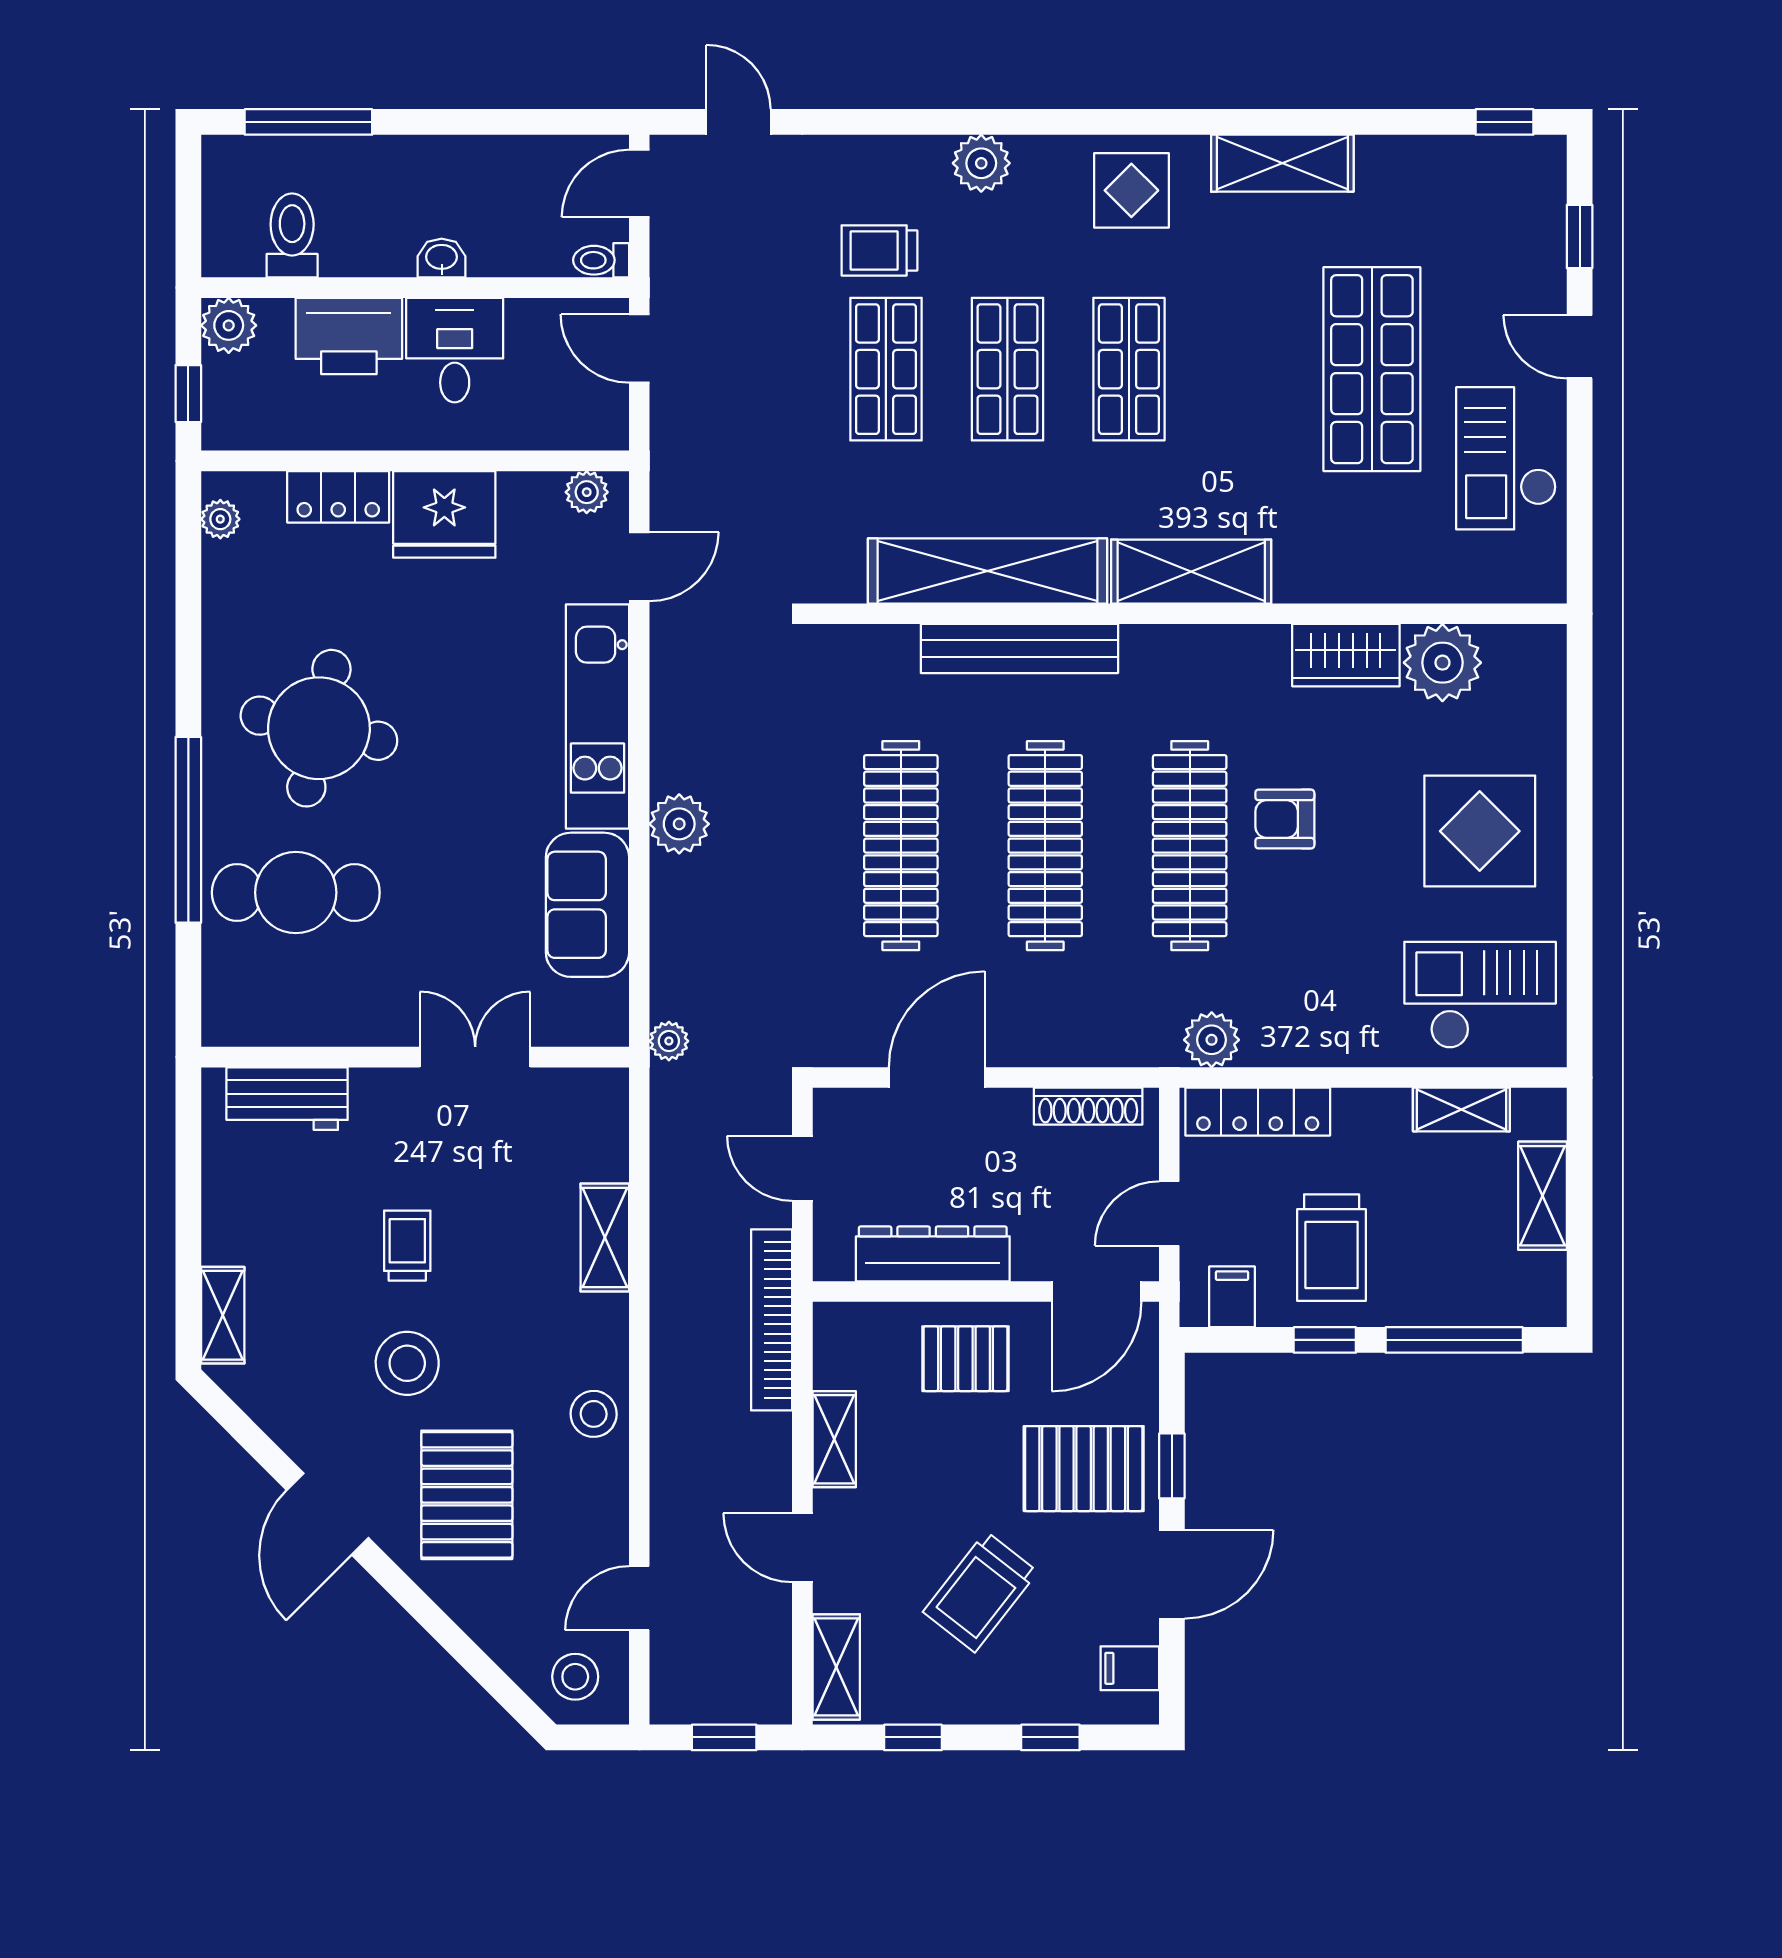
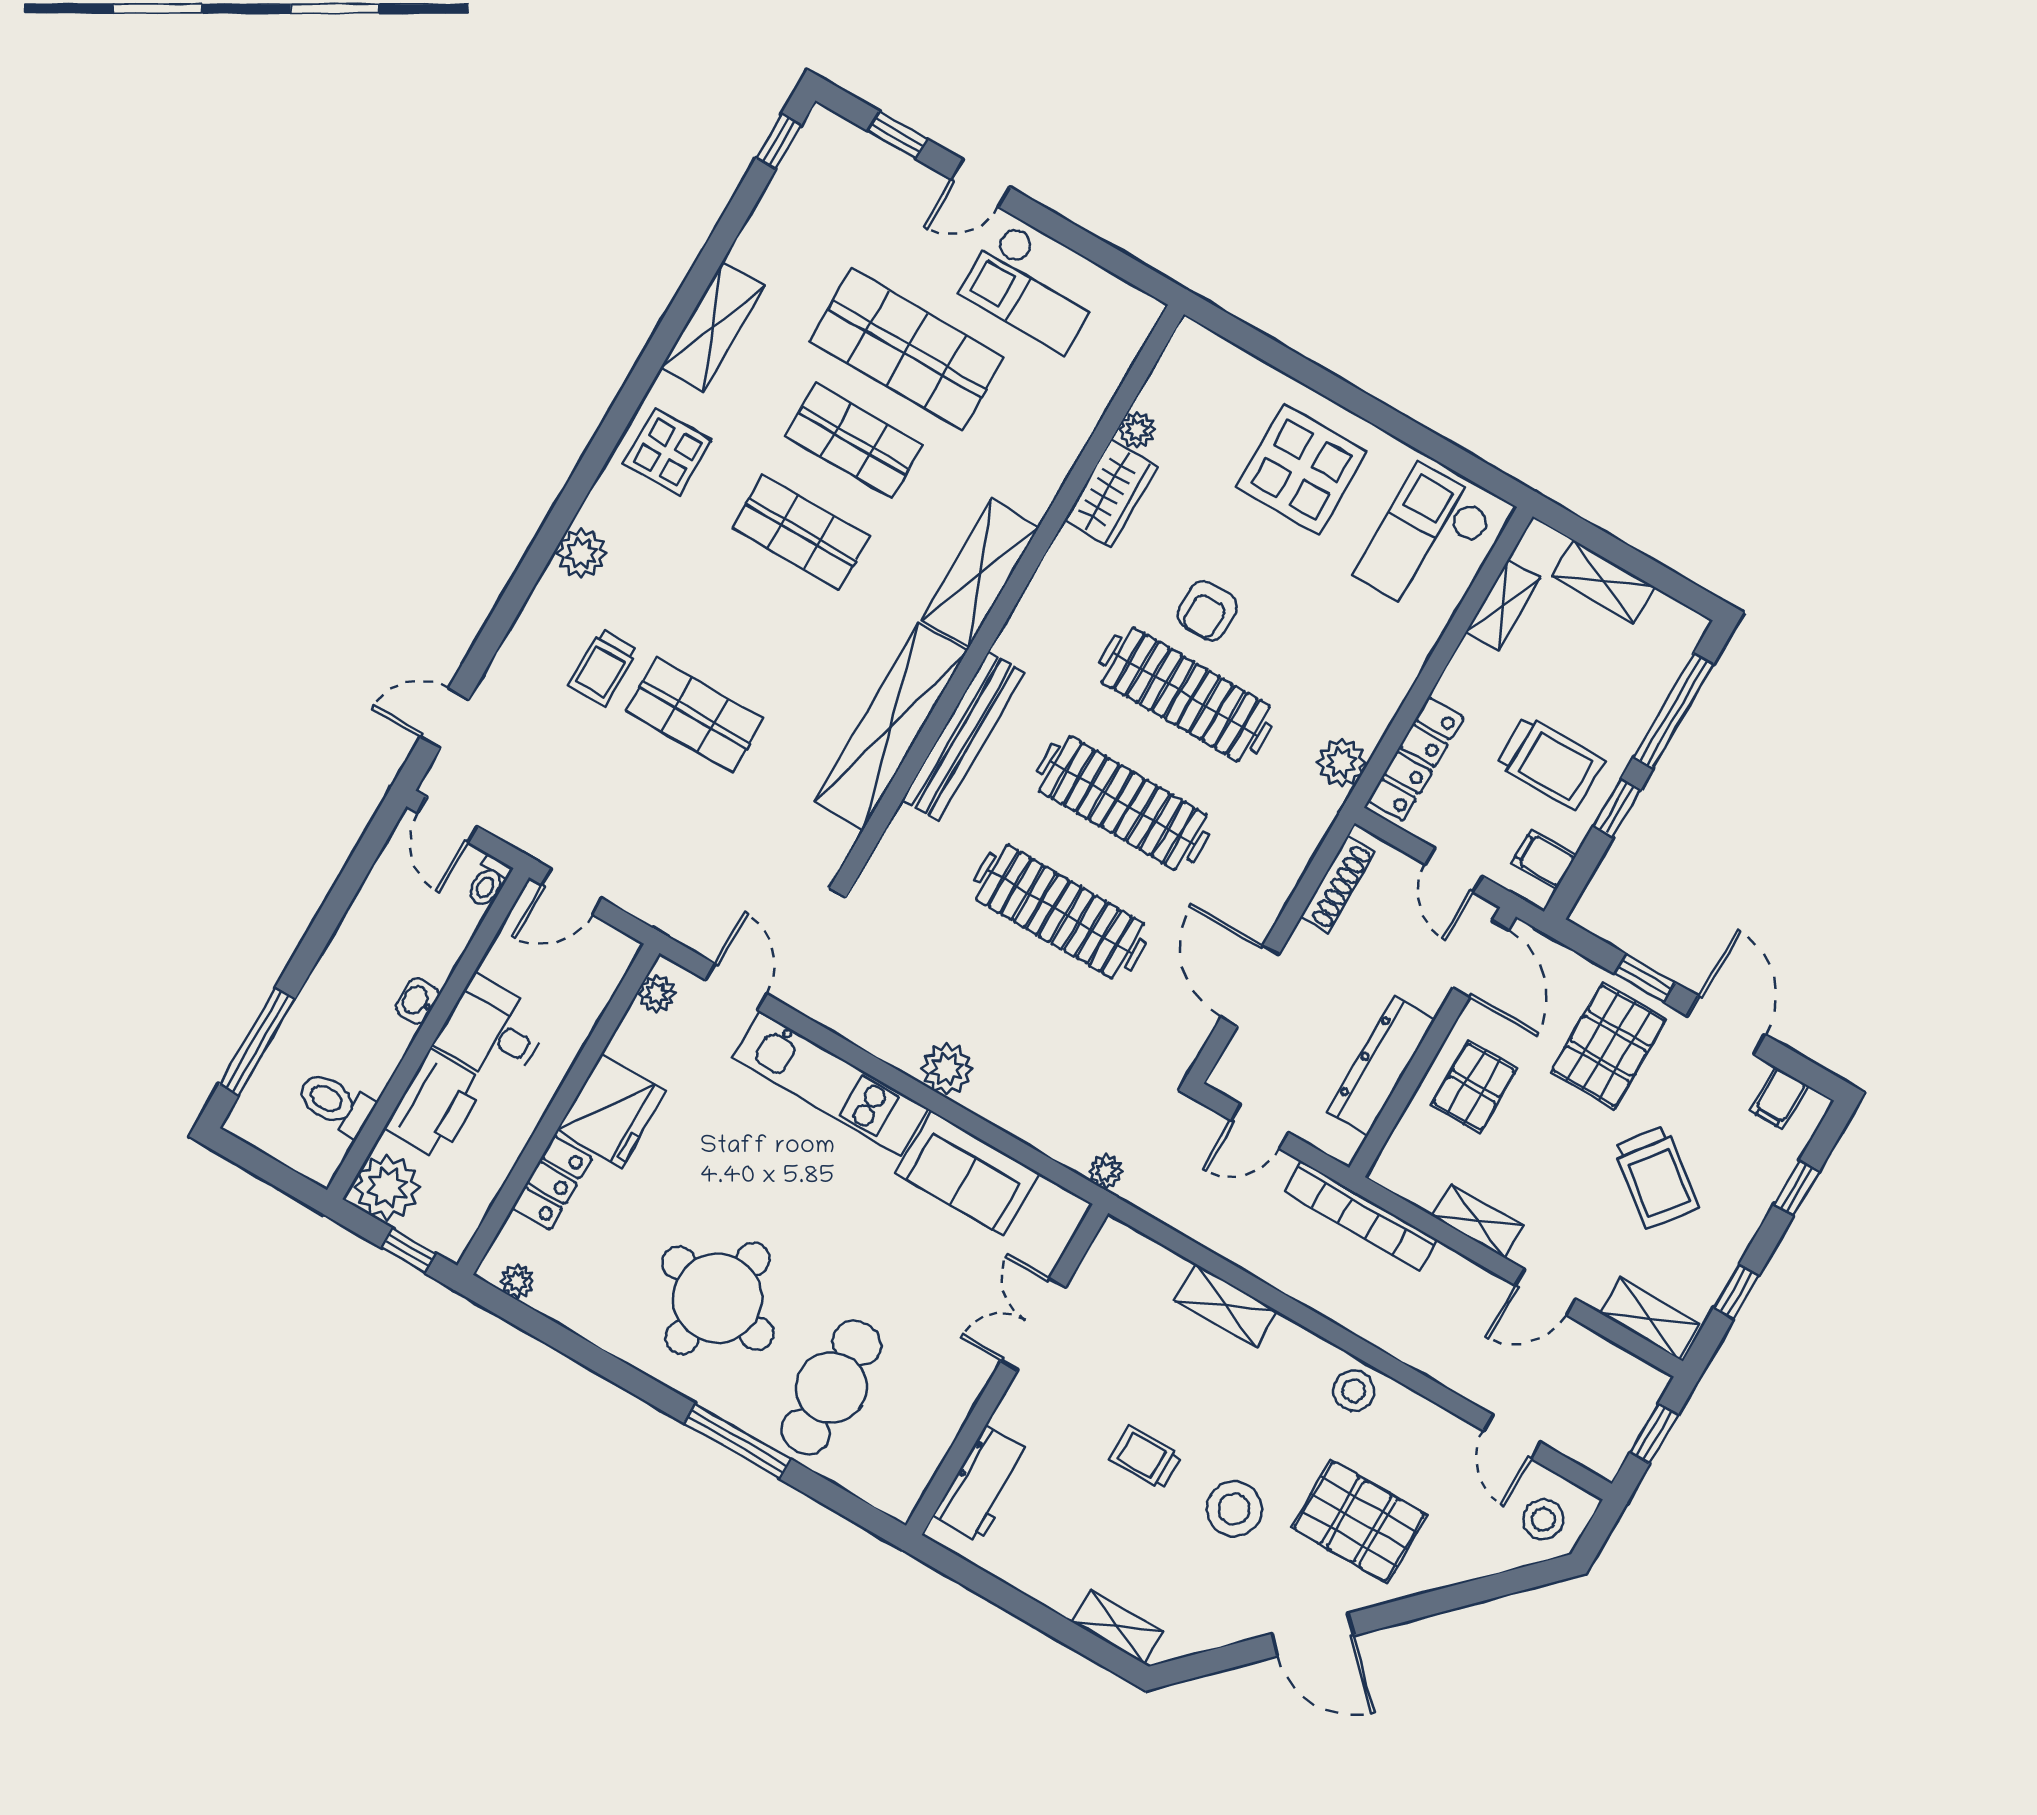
plant: (229, 325) -> (387, 1187), width x1.36, depth x1.36
shop shelf: (1007, 369) -> (854, 441), moved
plant: (1442, 663) -> (1137, 430), width x0.53, depth x0.53
window: (188, 830) -> (737, 1441), width x0.68

